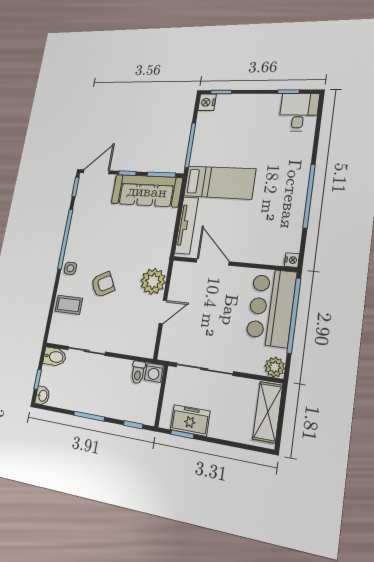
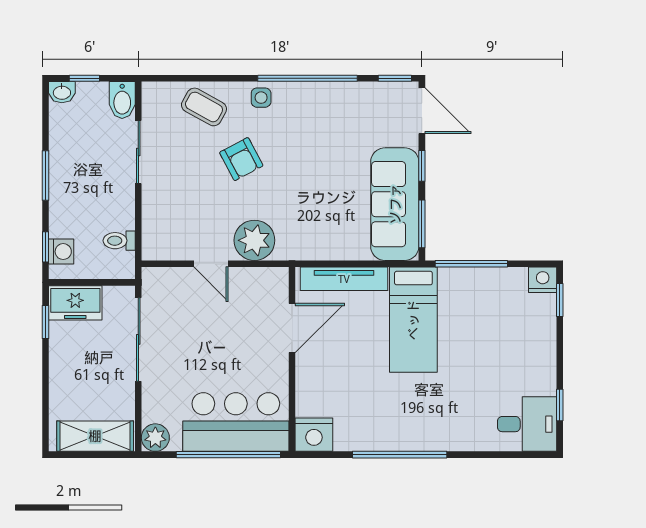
nightstand: (292, 260) -> (314, 435), width x1.89, depth x1.79
coffee table: (69, 305) -> (204, 107), turned -61
washing machine: (154, 373) -> (61, 252), moved, turned 180
freezer: (190, 420) -> (75, 303), moved, turned 90

